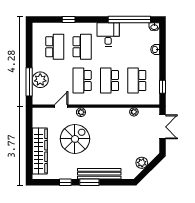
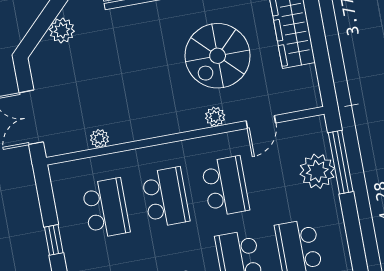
window: (162, 87) -> (54, 240), moved

